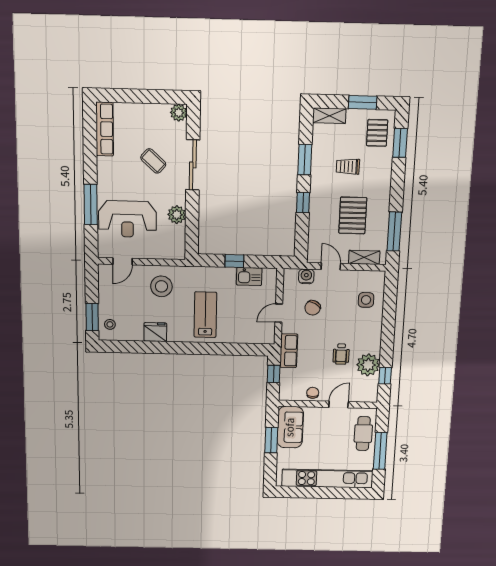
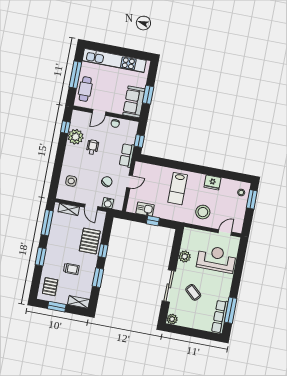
window: (400, 143) -> (41, 257), moved
window: (91, 205) -> (231, 310), moved
pallet: (353, 215) -> (90, 241), moved

